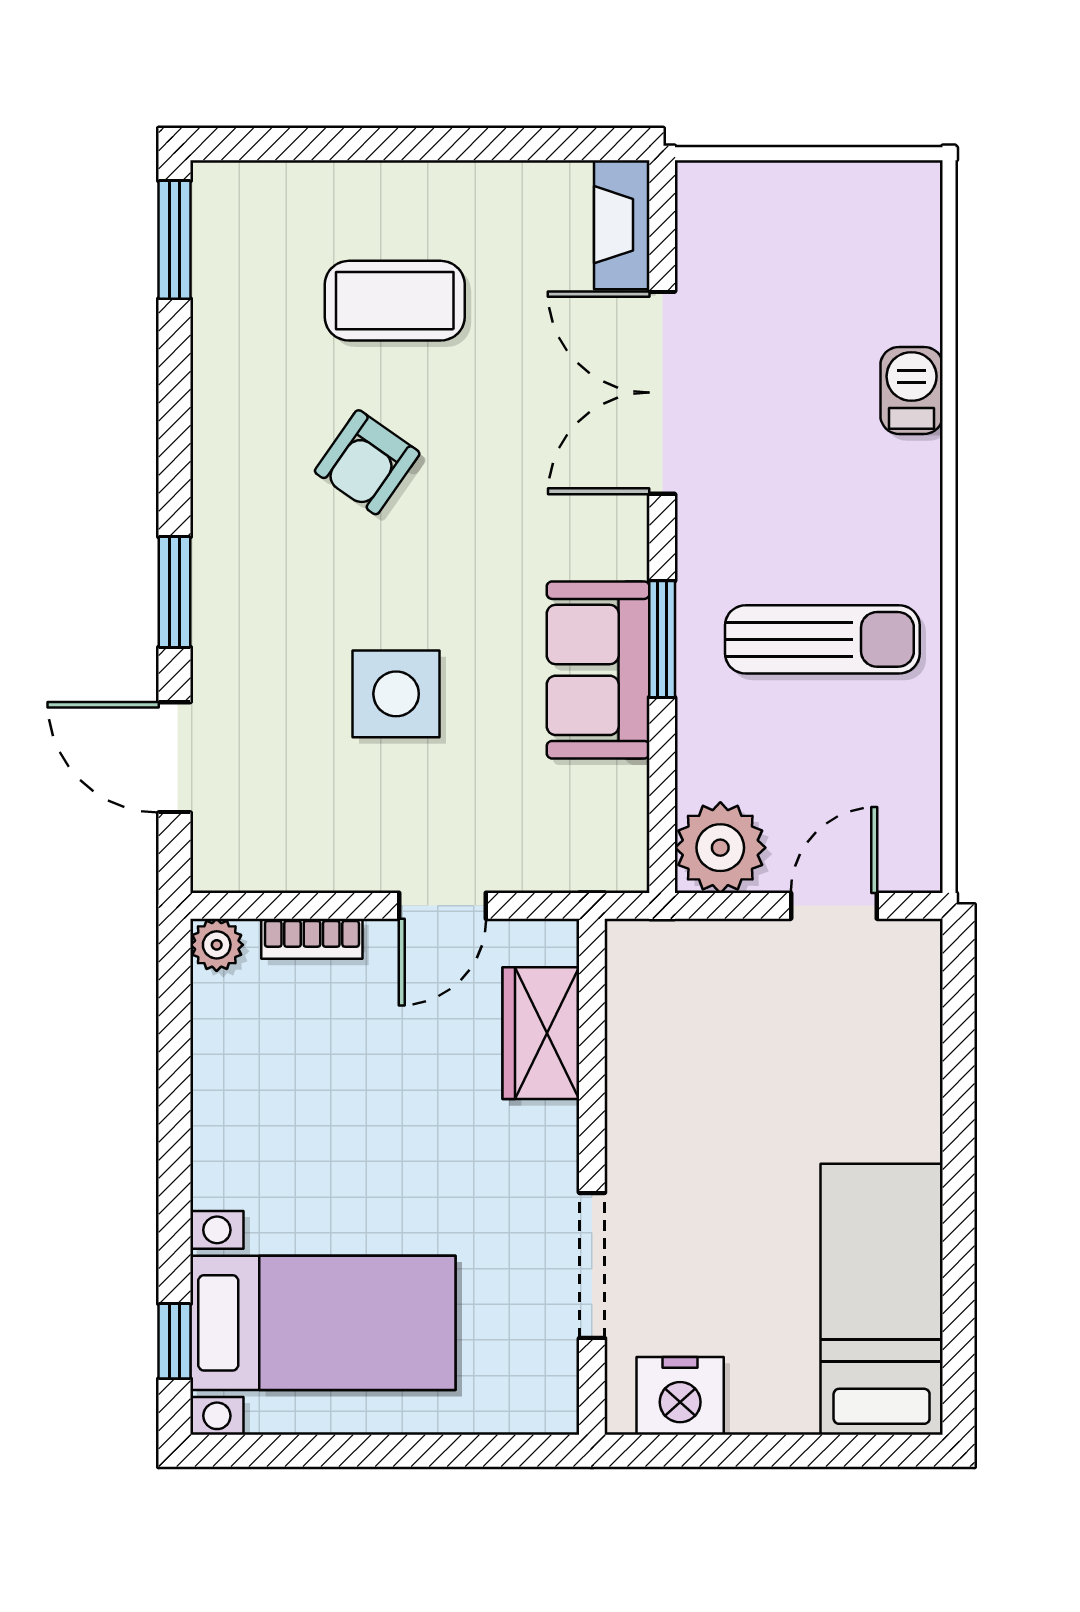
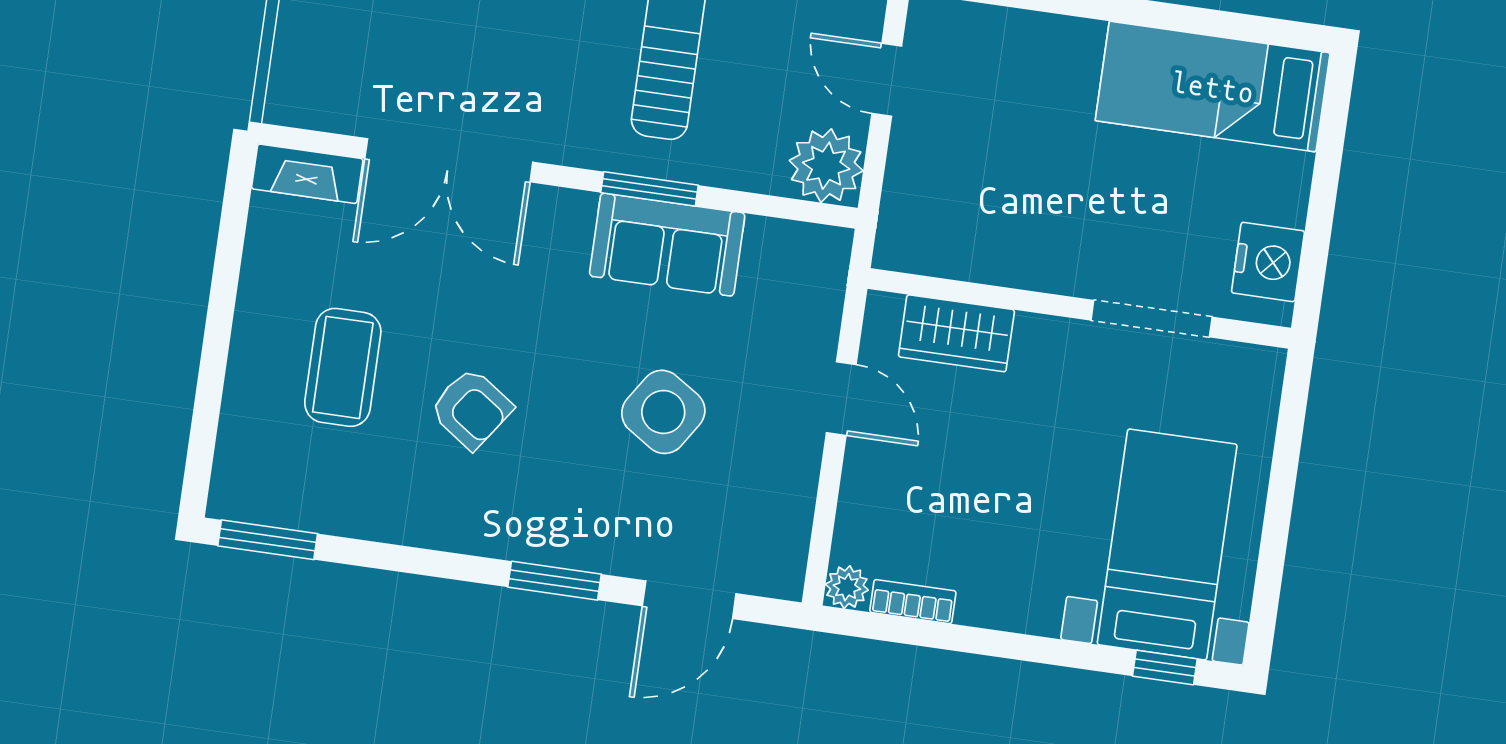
side table: (396, 694) -> (663, 412), turned 33
bookcase: (312, 939) -> (913, 602), moved, turned -90

